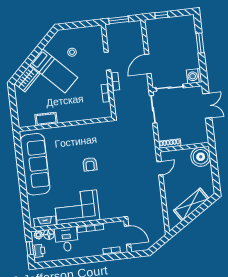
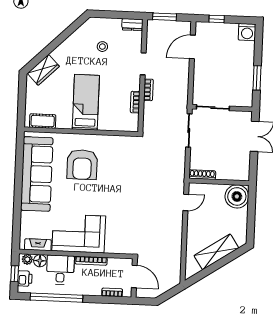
dresser: (94, 30) -> (132, 25), added
window: (200, 43) -> (257, 78), moved
door: (148, 64) -> (192, 47), moved
bed: (54, 71) -> (86, 102), moved, turned -136
washing machine: (194, 76) -> (247, 32), moved, turned -90
cot: (46, 119) -> (43, 121), moved
armchair: (90, 164) -> (82, 165), moved, width x1.88, depth x1.88
window: (67, 262) -> (56, 298), added

